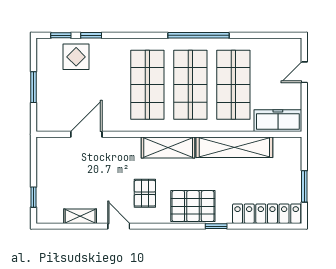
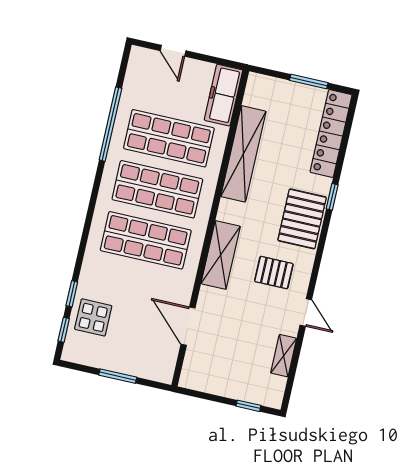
window: (199, 35) -> (110, 124), moved
shelving: (168, 147) -> (221, 255), moved
door: (119, 226) -> (306, 313), swing flipped

